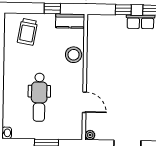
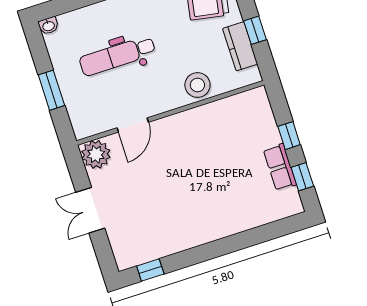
kitchen counter: (70, 21) -> (240, 46), moved
plant: (90, 135) -> (96, 154), width x1.87, depth x1.87

